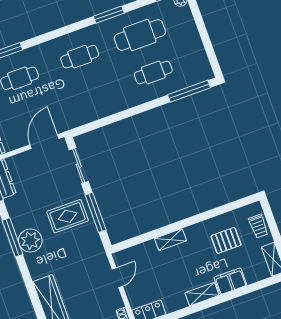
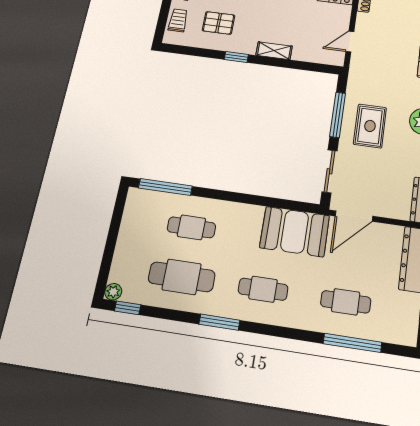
window: (109, 15) -> (219, 322), moved
booth: (80, 108) -> (295, 232), added
rug: (68, 216) -> (370, 126), turned 90
window: (196, 219) -> (236, 57), added

